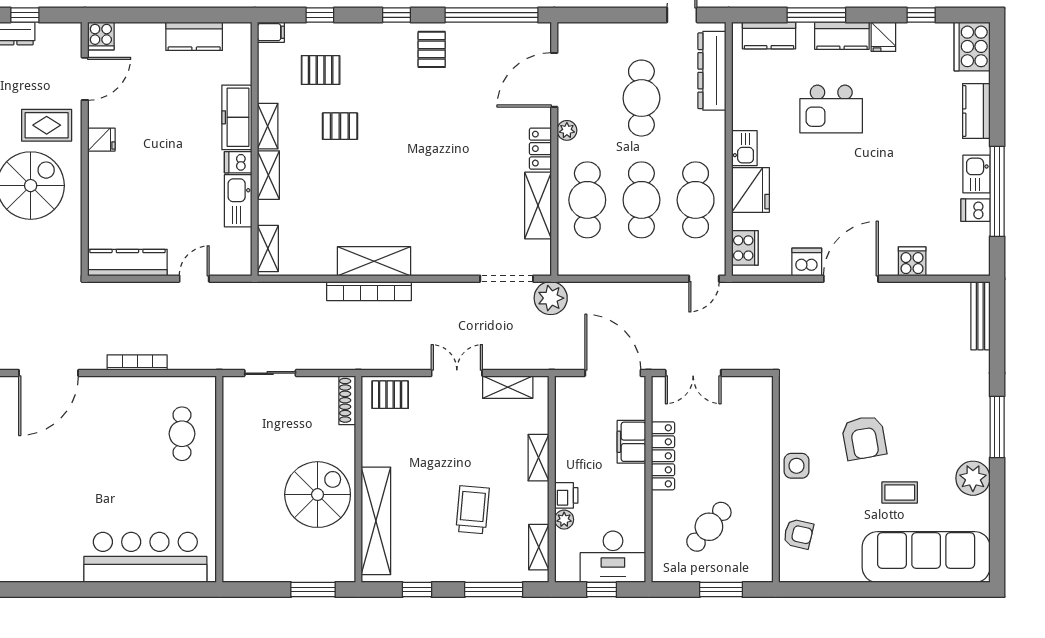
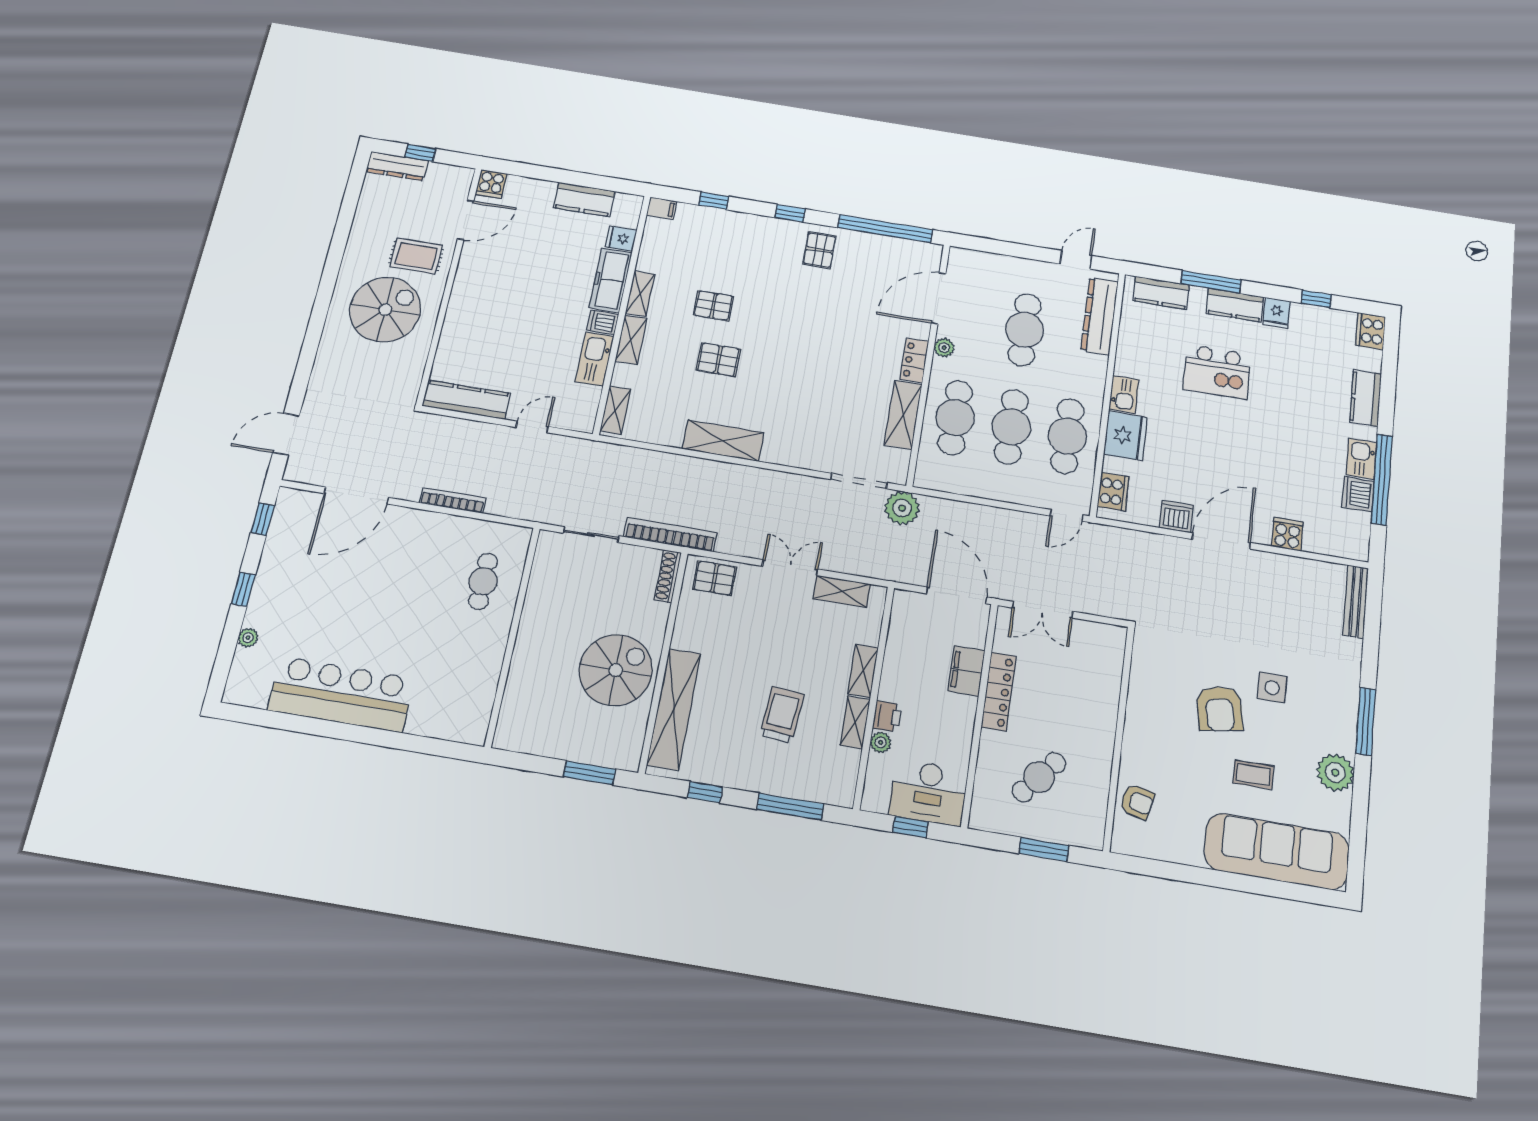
cooker: (972, 46) -> (1370, 331), width x0.73, depth x0.76
pallet: (321, 70) -> (718, 360), moved
fridge: (101, 140) -> (621, 239), moved, turned 180
dishwasher: (976, 210) -> (1358, 494), width x1.38
bookcase: (369, 291) -> (670, 535), moved, turned 180
side table: (796, 466) -> (1272, 688), moved
shelving: (539, 547) -> (855, 722), moved
bar counter: (145, 557) -> (341, 694), moved

